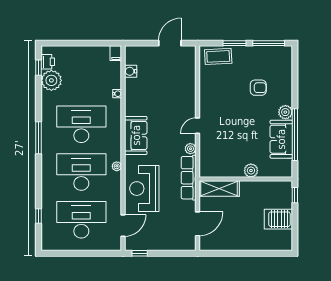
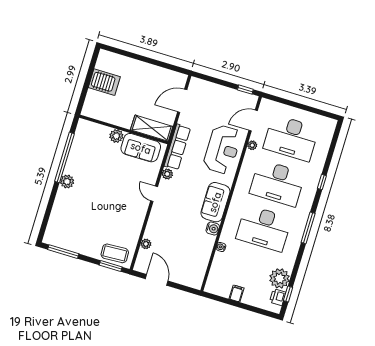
door: (170, 43) -> (157, 280), swing flipped
window: (235, 43) -> (111, 266), moved
filing cabinet: (116, 53) -> (237, 294), moved
water cooler: (131, 71) -> (213, 229), moved
plant: (191, 75) -> (146, 244), added
armchair: (258, 88) -> (86, 212), removed
door: (198, 126) -> (154, 194), swing flipped
sofa: (281, 139) -> (141, 148), moved, turned 90
plant: (117, 166) -> (252, 145), moved
window: (295, 195) -> (82, 100), removed
window: (39, 216) -> (322, 182), moved

